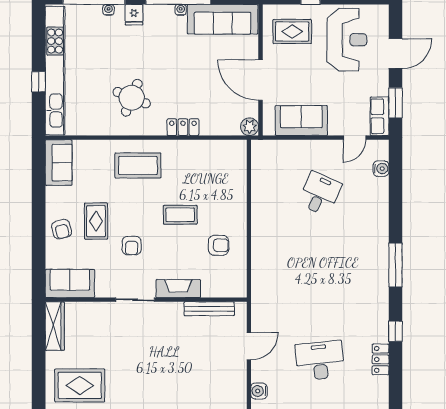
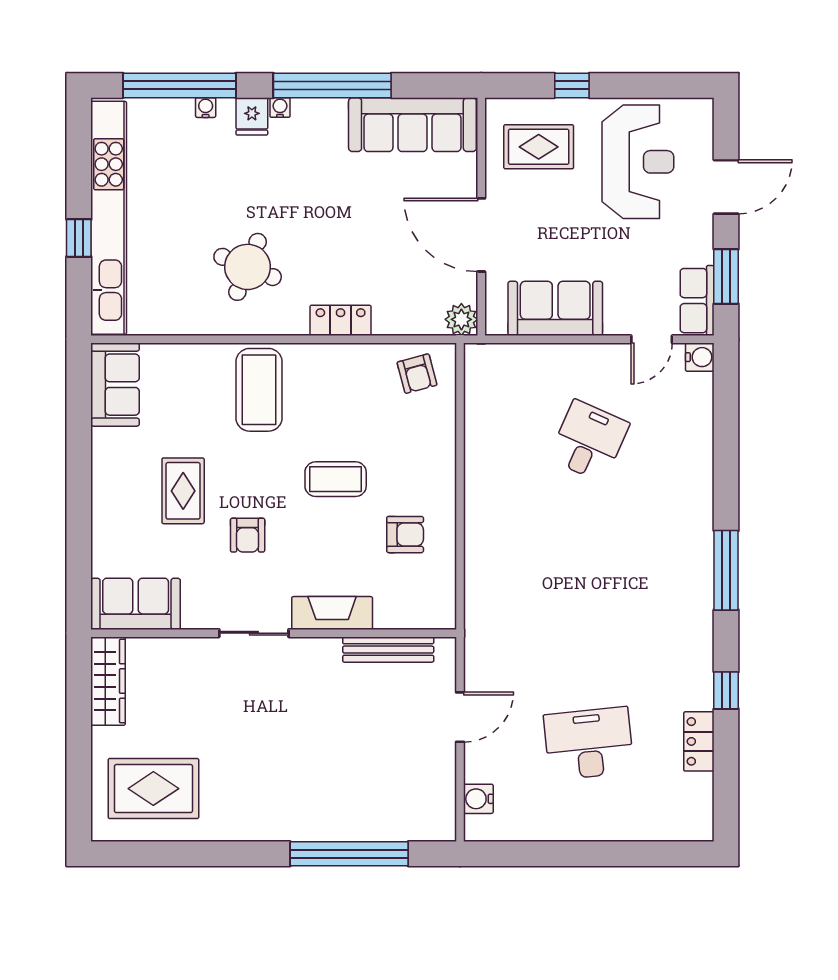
water cooler: (181, 10) -> (280, 107), moved
coffee table: (138, 165) -> (259, 390), turned 90
water cooler: (381, 169) -> (700, 357), moved
armchair: (62, 229) -> (417, 374), moved

